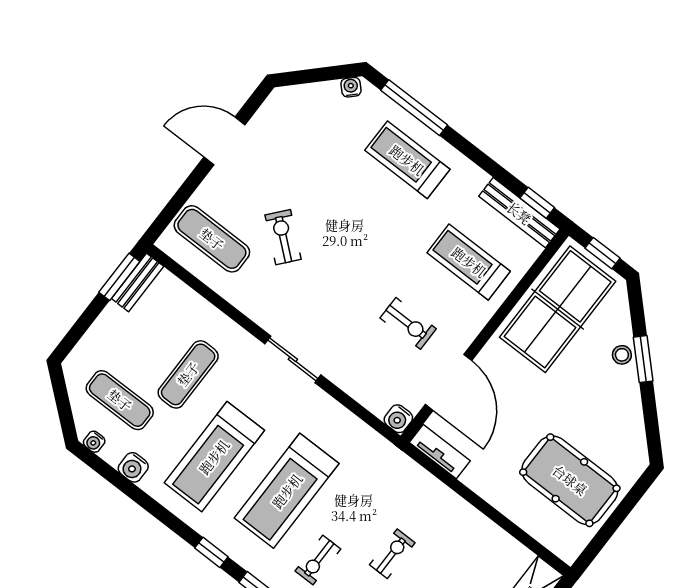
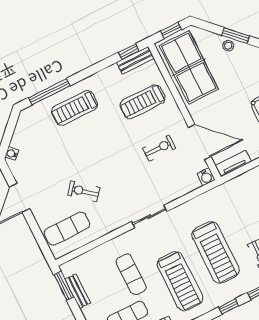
water cooler: (351, 87) -> (12, 154), moved
bench: (519, 213) -> (135, 60), width x0.73
bench: (138, 282) -> (78, 291), moved

